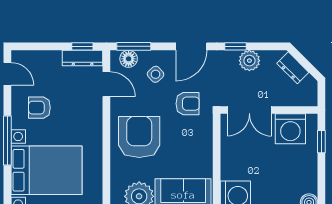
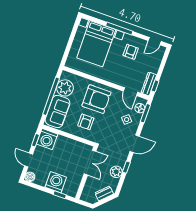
door: (191, 46) -> (135, 144), swing flipped
door: (106, 84) -> (131, 92), hinge flipped
armchair: (188, 104) -> (86, 122), moved
double door: (249, 110) -> (90, 163), swing flipped
washing machine: (290, 129) -> (56, 182), moved, turned 90

